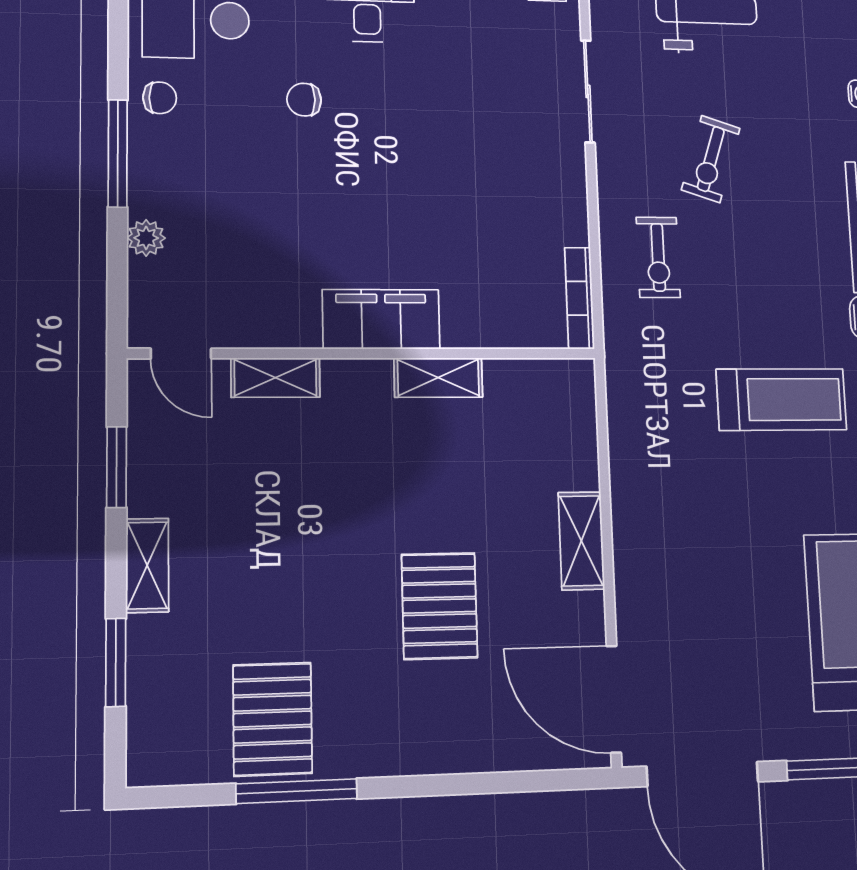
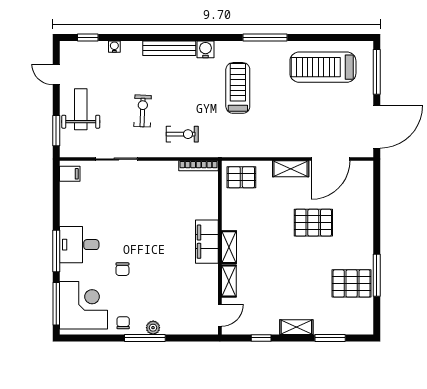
exercise bike: (711, 159) -> (143, 111), turned -106
plant: (146, 238) -> (153, 328), moved
shelving: (438, 378) -> (229, 247), moved
pallet: (554, 410) -> (241, 177), added
window: (117, 467) -> (261, 338), width x0.67
door: (614, 699) -> (330, 159), moved

